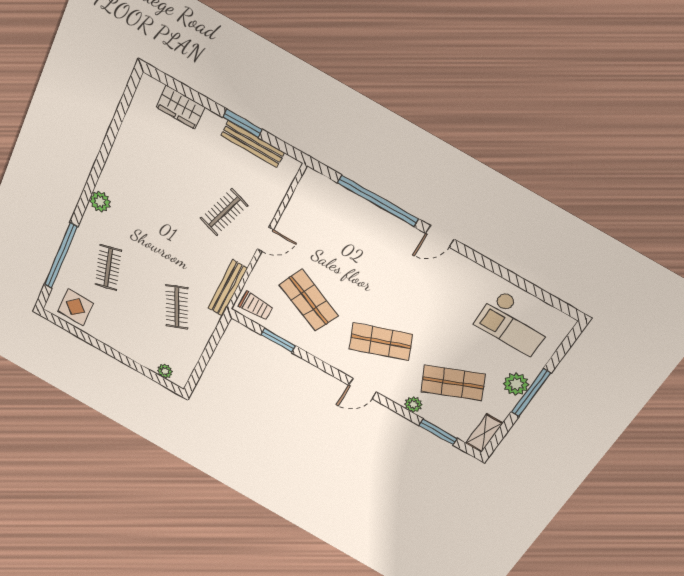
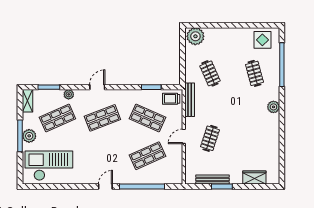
shop shelf: (341, 244) -> (147, 156), added
checkout: (514, 323) -> (49, 166), width x1.36, depth x1.21
plant: (165, 371) -> (195, 36), width x1.87, depth x1.87

